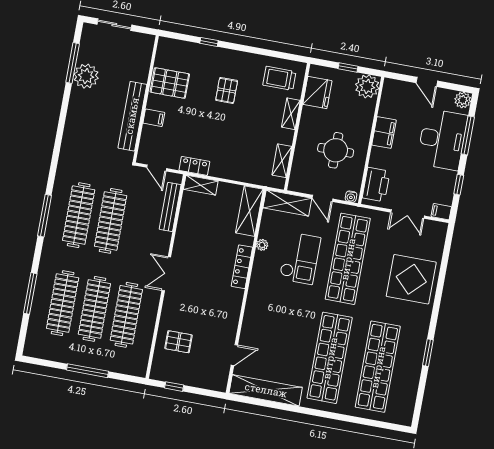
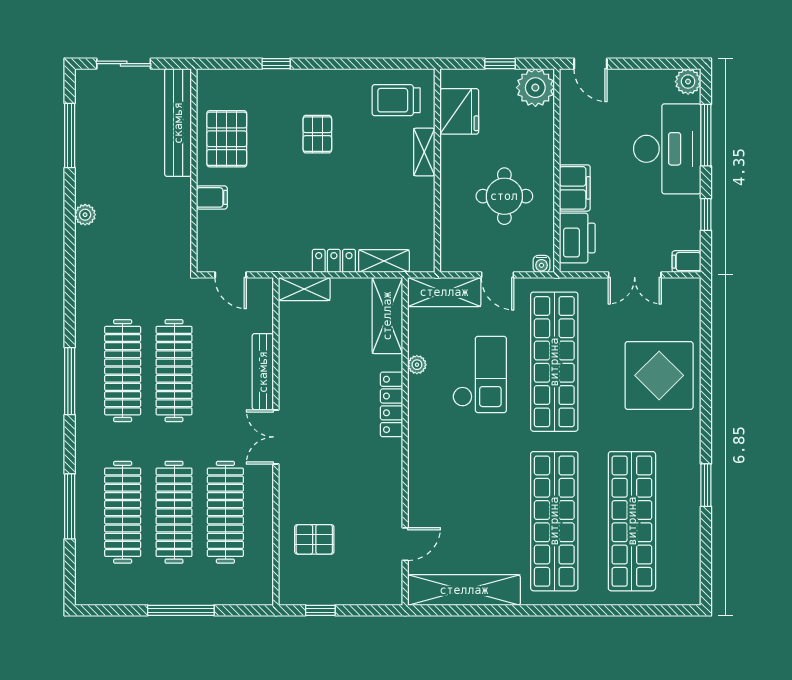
plant: (86, 76) -> (85, 215), moved, width x0.53, depth x0.53
door: (427, 82) -> (590, 64), moved
pallet: (170, 83) -> (227, 139), turned 90
bench: (132, 116) -> (178, 123), moved
filing cabinet: (384, 133) -> (575, 188), moved
shelving: (282, 161) -> (384, 261), moved, turned 90
locker: (194, 166) -> (334, 261), moved
bench: (170, 207) -> (263, 372), moved

